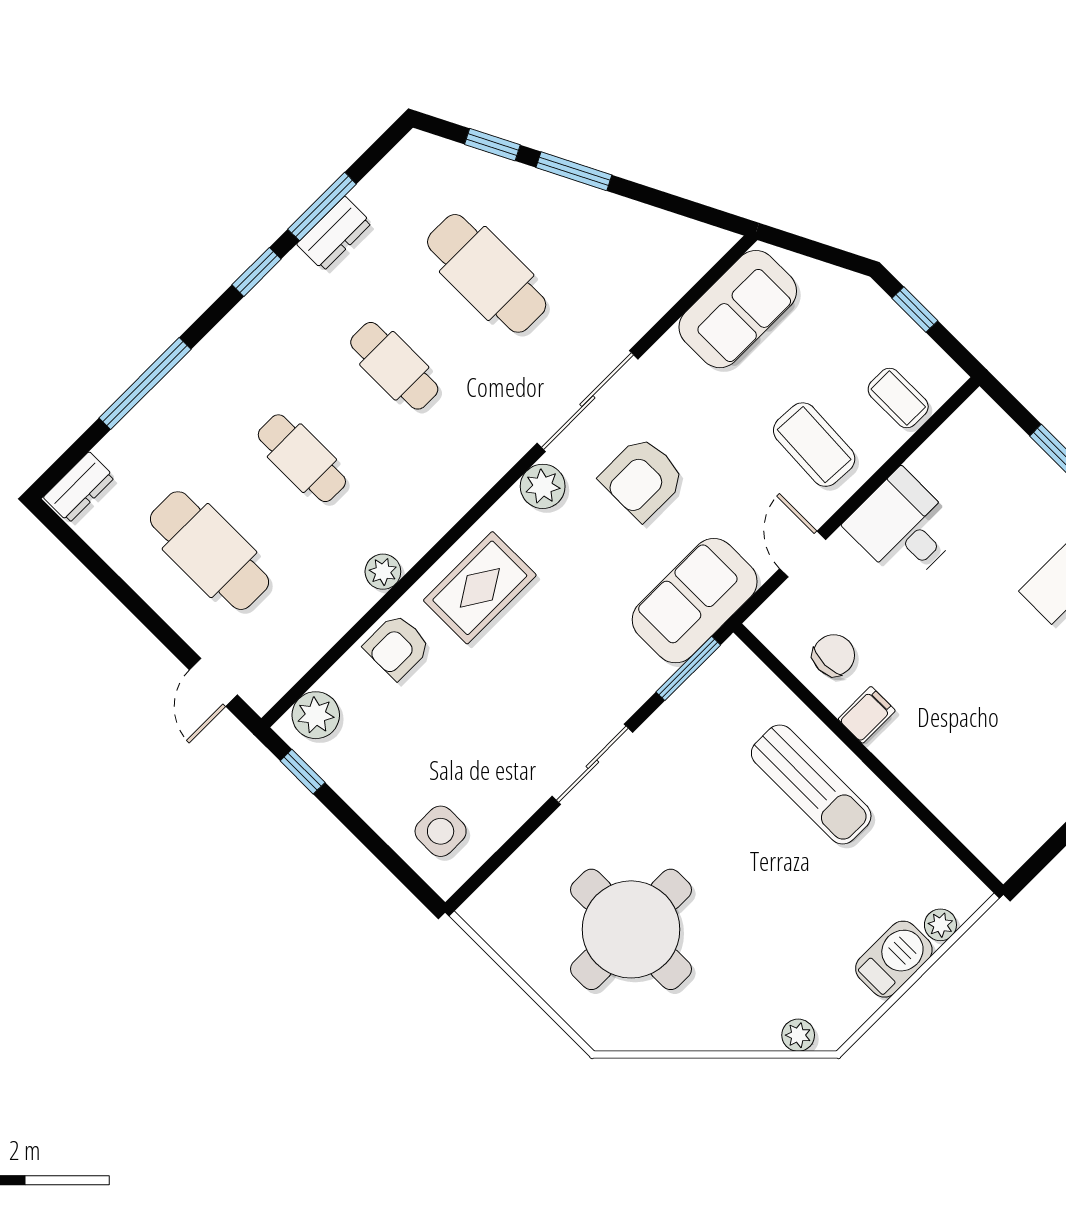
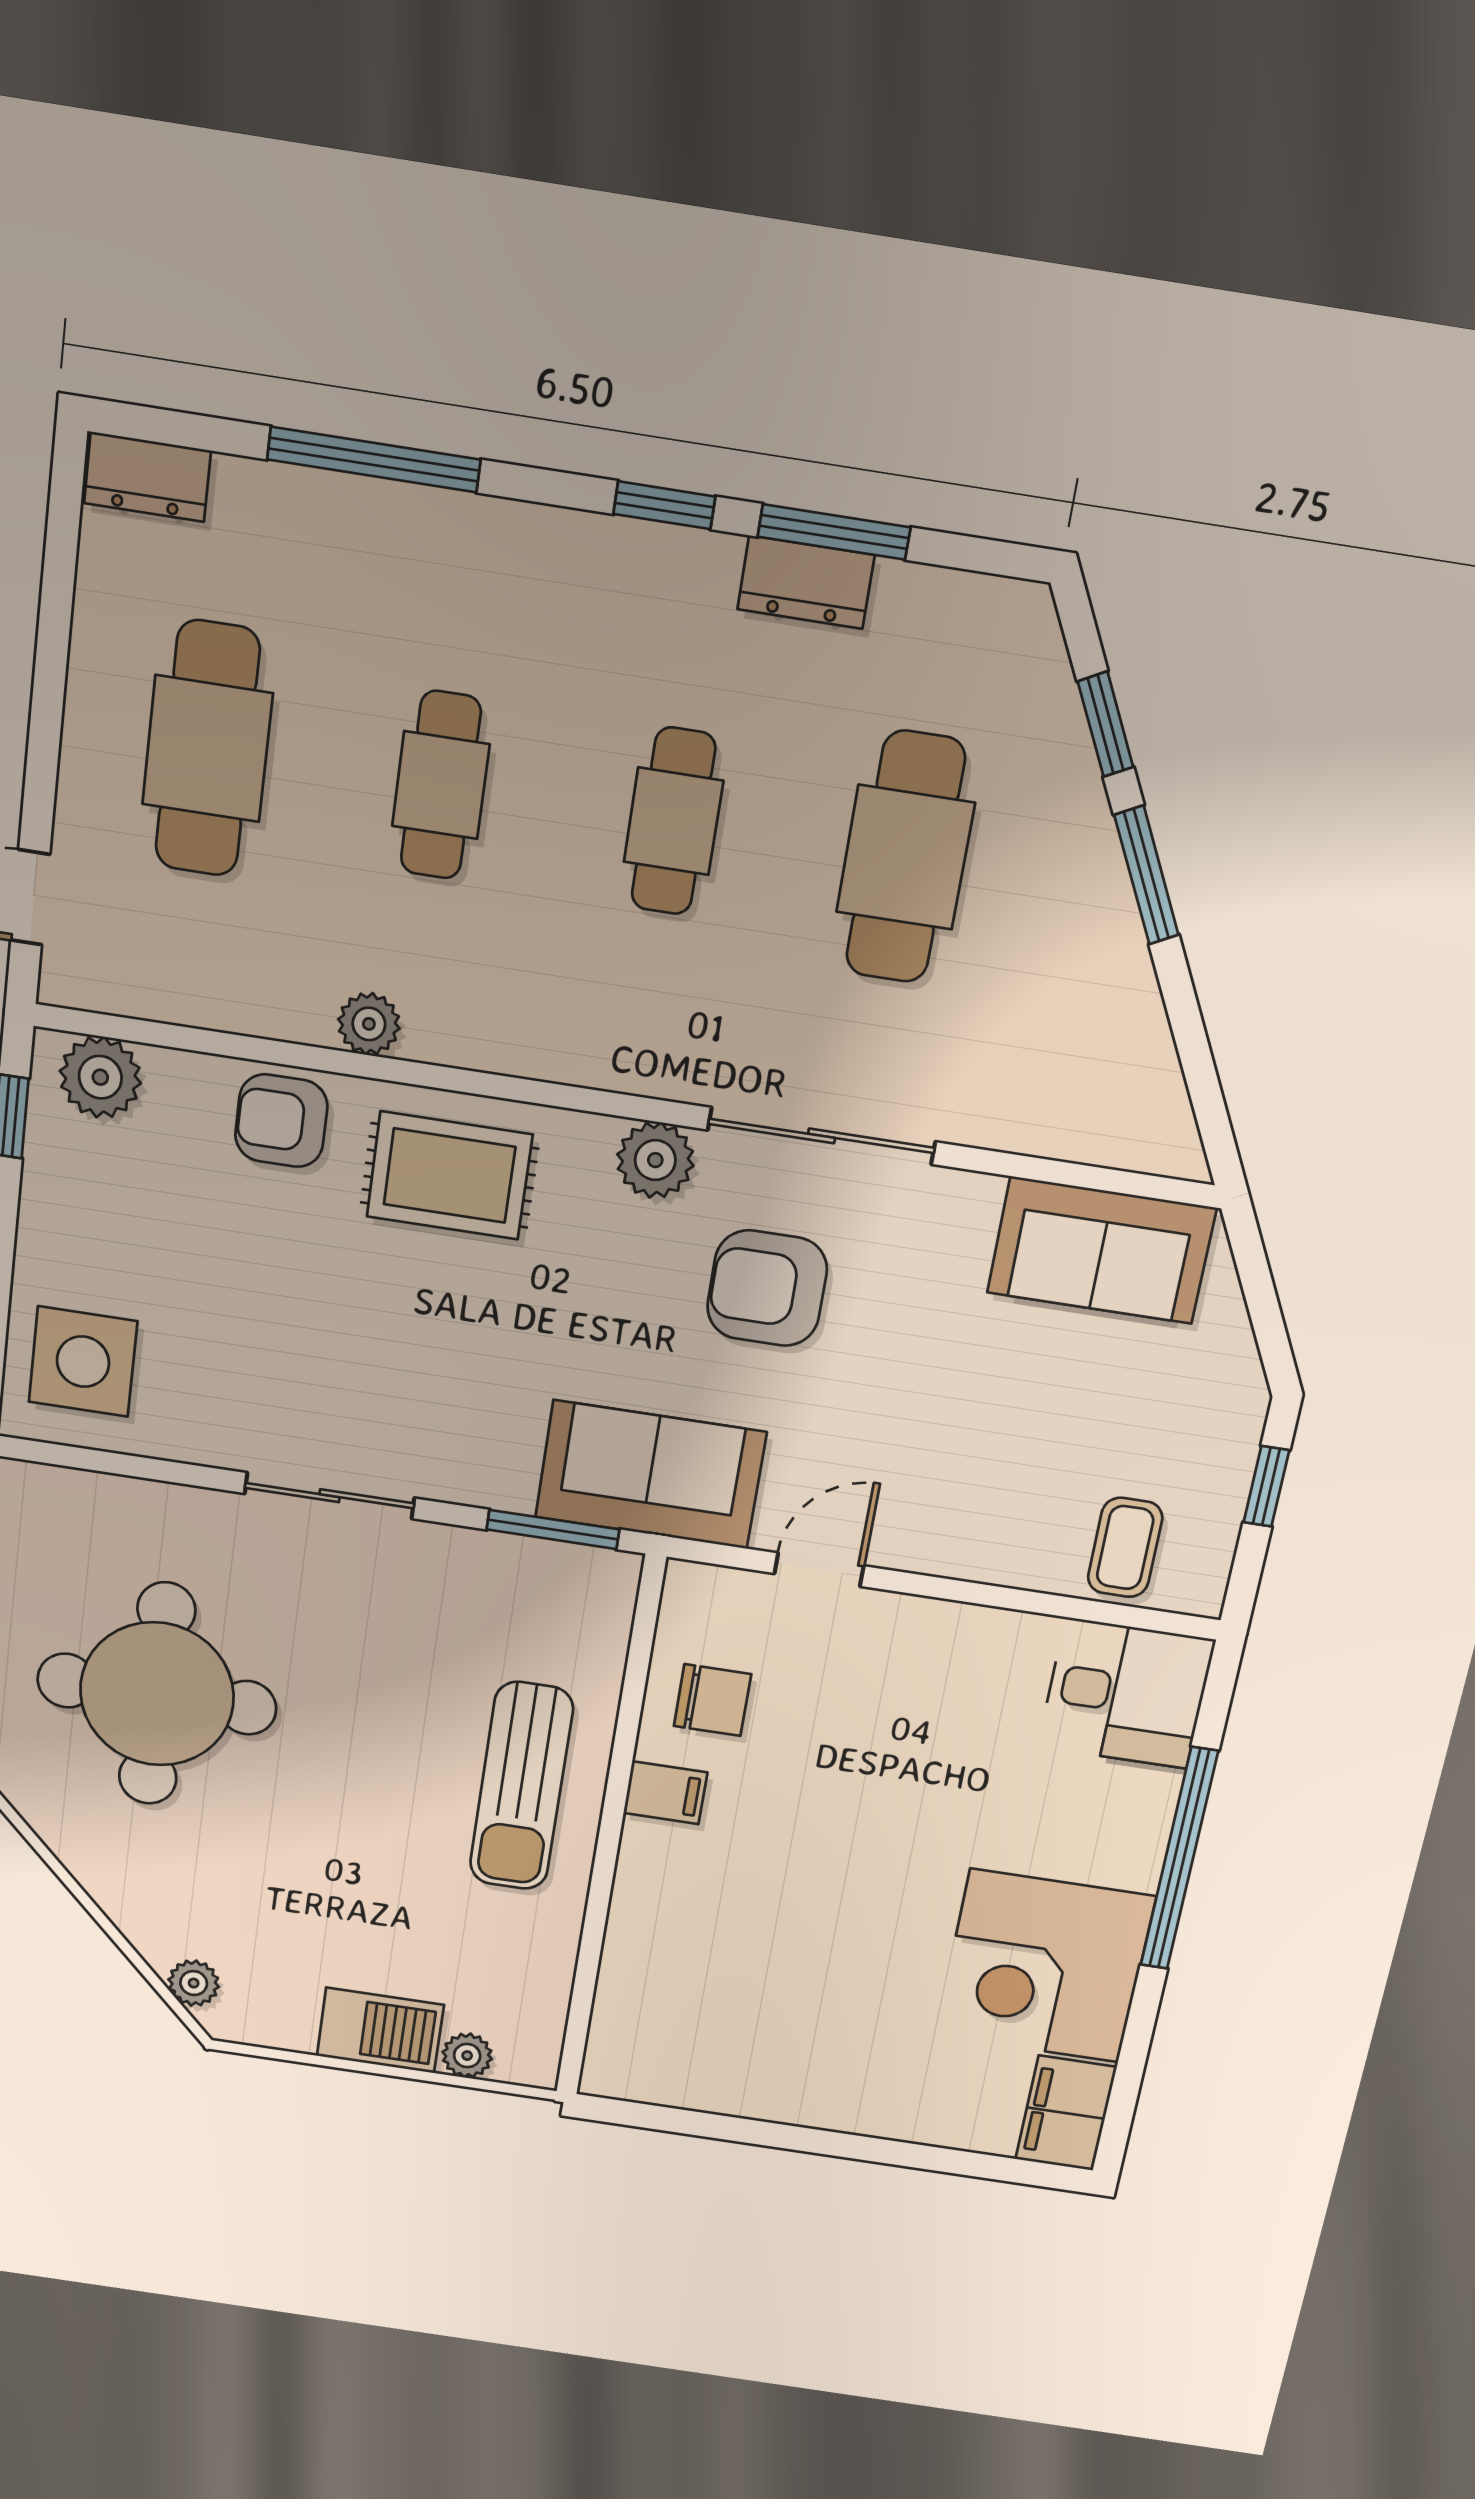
coffee table: (814, 445) -> (981, 1483), removed
desk: (903, 527) -> (1126, 1693), moved, turned 90
side table: (441, 831) -> (83, 1362), width x1.37, depth x1.37

